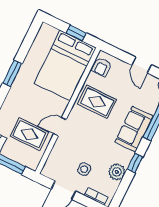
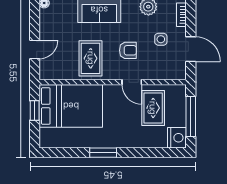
door: (142, 65) -> (35, 49), moved
armchair: (102, 67) -> (128, 50), moved

